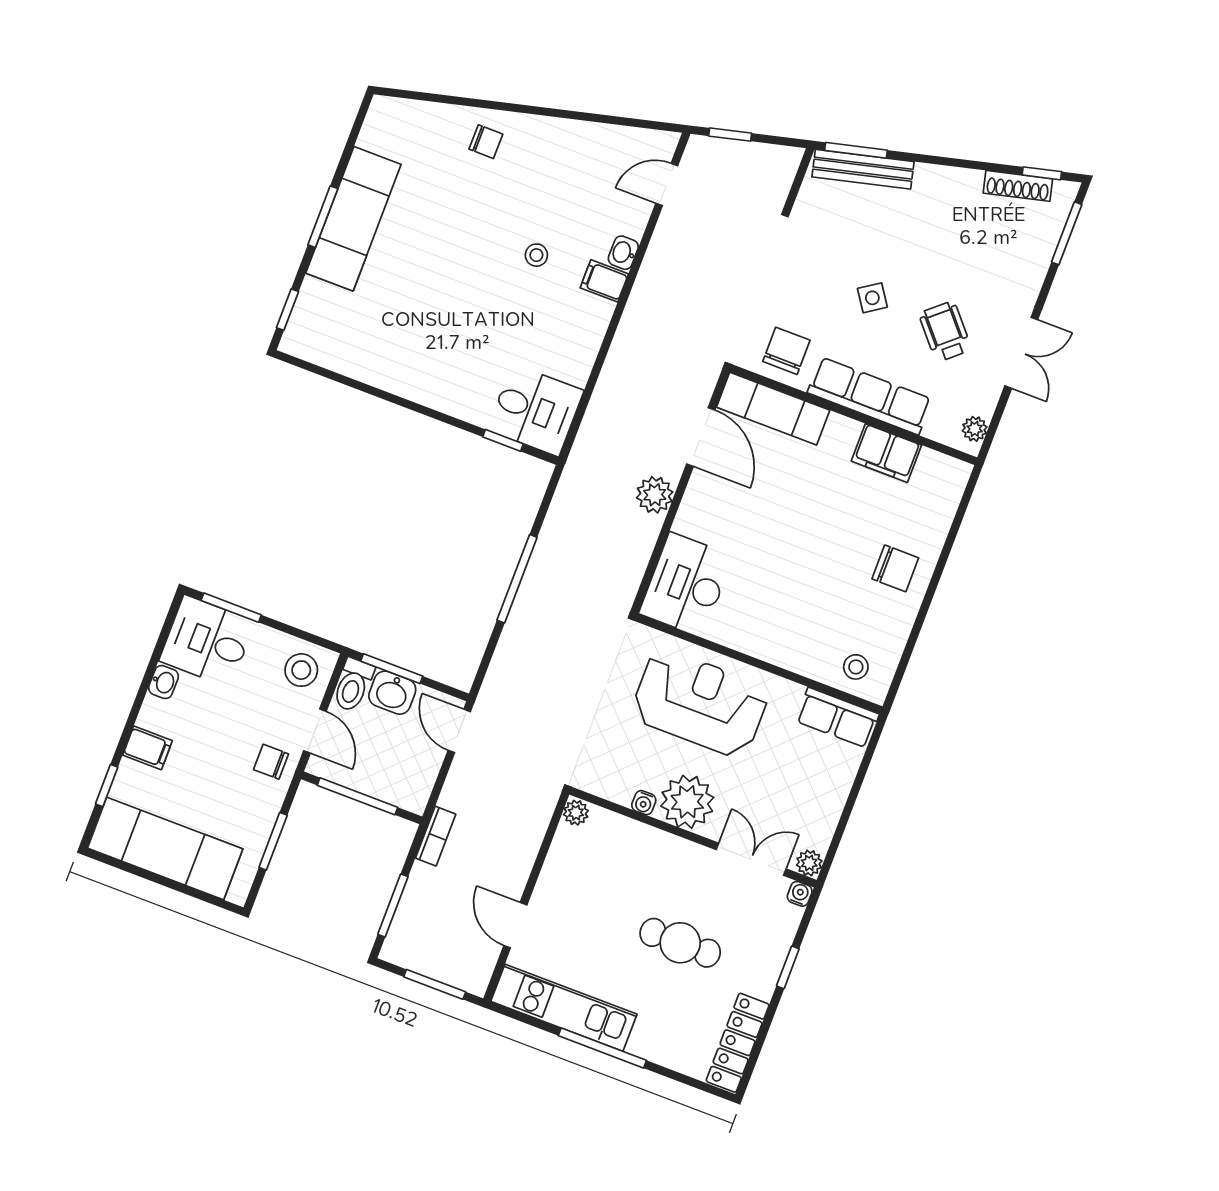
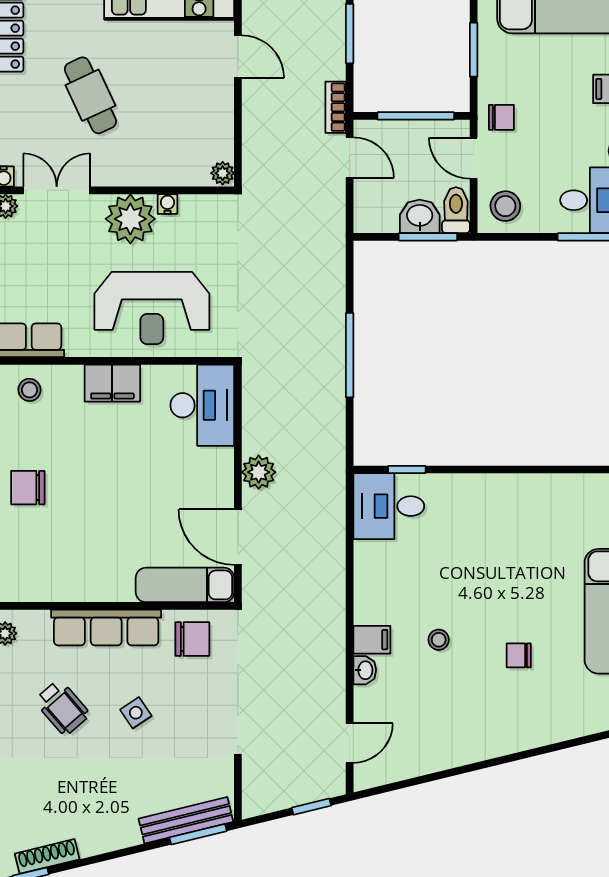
chair: (486, 142) -> (519, 655), moved
chair: (786, 351) -> (192, 639), turned -90
filing cabinet: (886, 453) -> (112, 383), moved, turned 180
door: (459, 731) -> (350, 158), moved
double door: (751, 859) -> (57, 190), swing flipped
cafe table: (680, 943) -> (90, 95), turned 65

